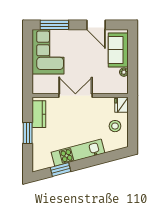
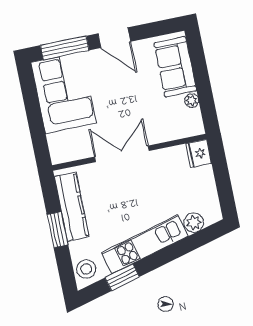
door: (96, 25) -> (114, 38), moved
kitchen counter: (39, 114) -> (72, 207), width x1.50
stool: (115, 126) -> (86, 269), moved
plant: (110, 146) -> (194, 223), added

